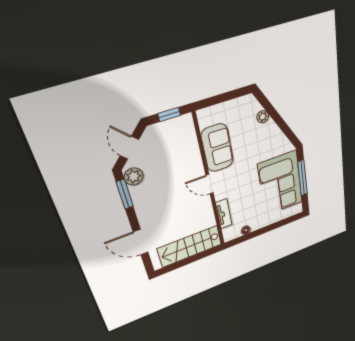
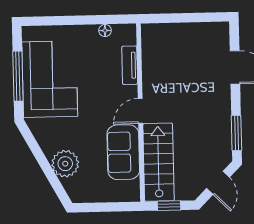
plant: (263, 117) -> (65, 164), width x1.88, depth x1.88
plant: (134, 177) -> (222, 150), removed
door: (210, 184) -> (140, 111), swing flipped
stairs: (190, 246) -> (159, 162), moved, turned -90

